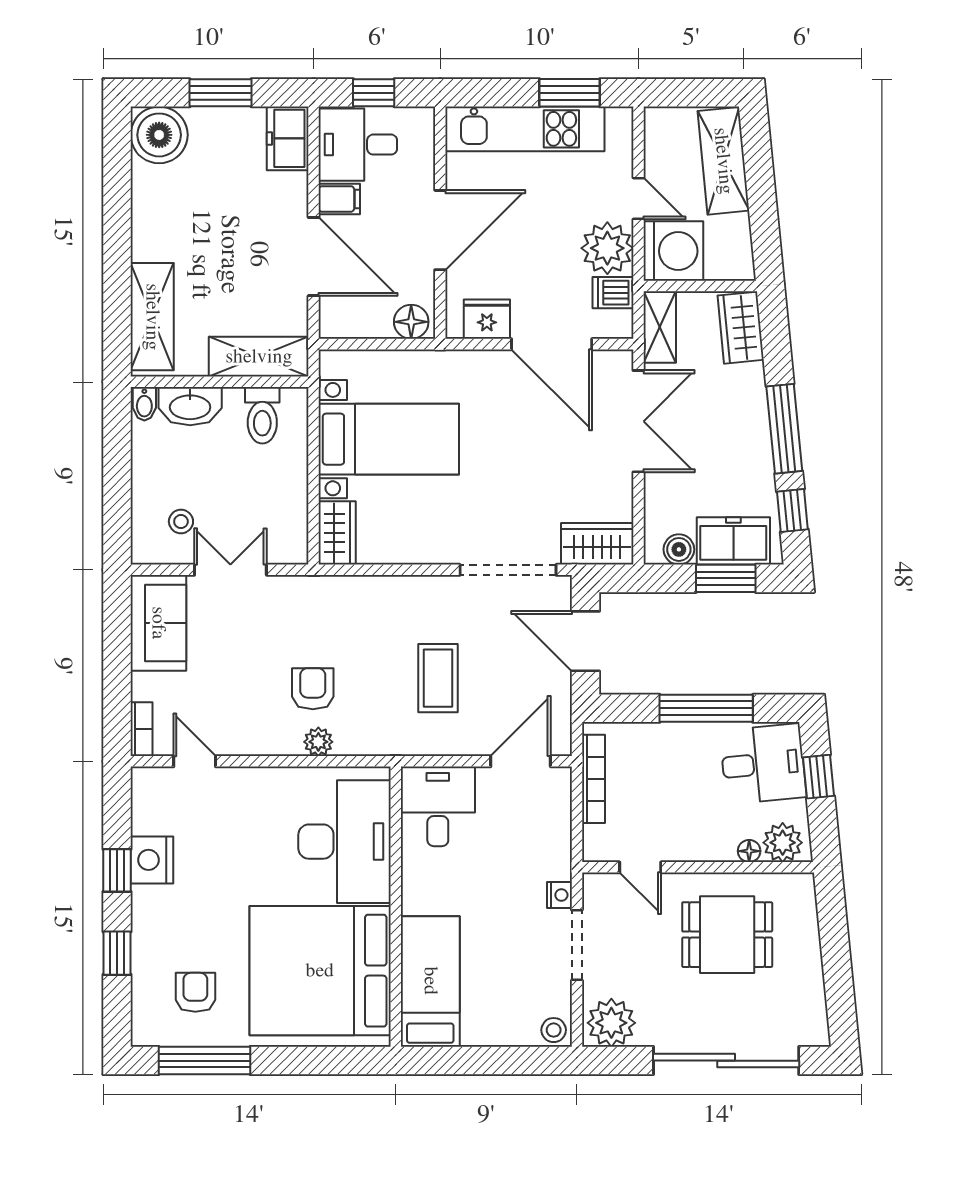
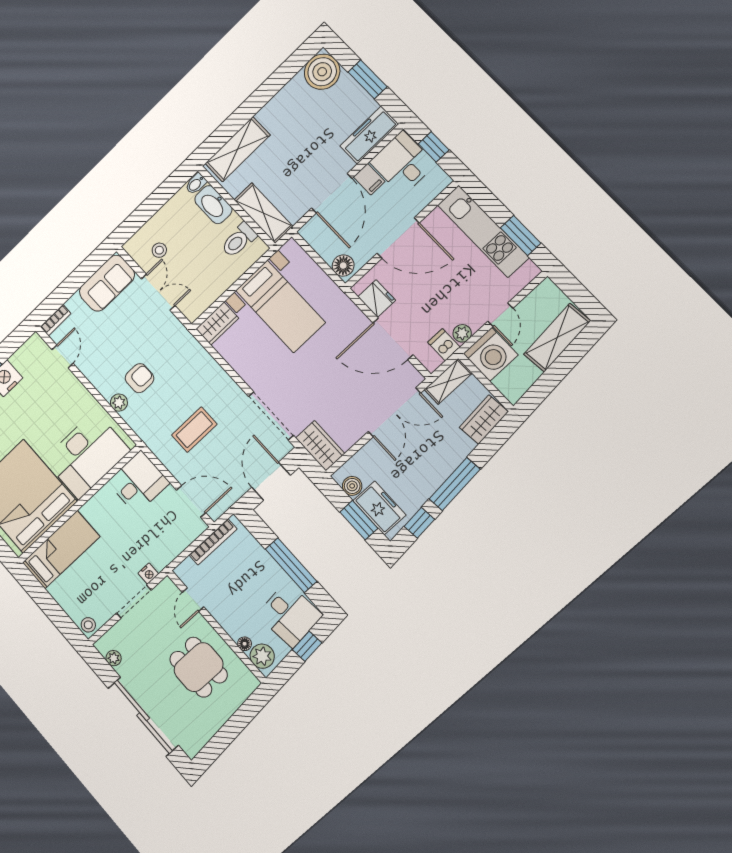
freezer: (288, 138) -> (369, 135), width x1.40
plant: (607, 248) -> (462, 333), width x0.53, depth x0.53
door: (552, 344) -> (393, 339), hinge flipped
plant: (611, 1023) -> (114, 658), width x0.53, depth x0.53

